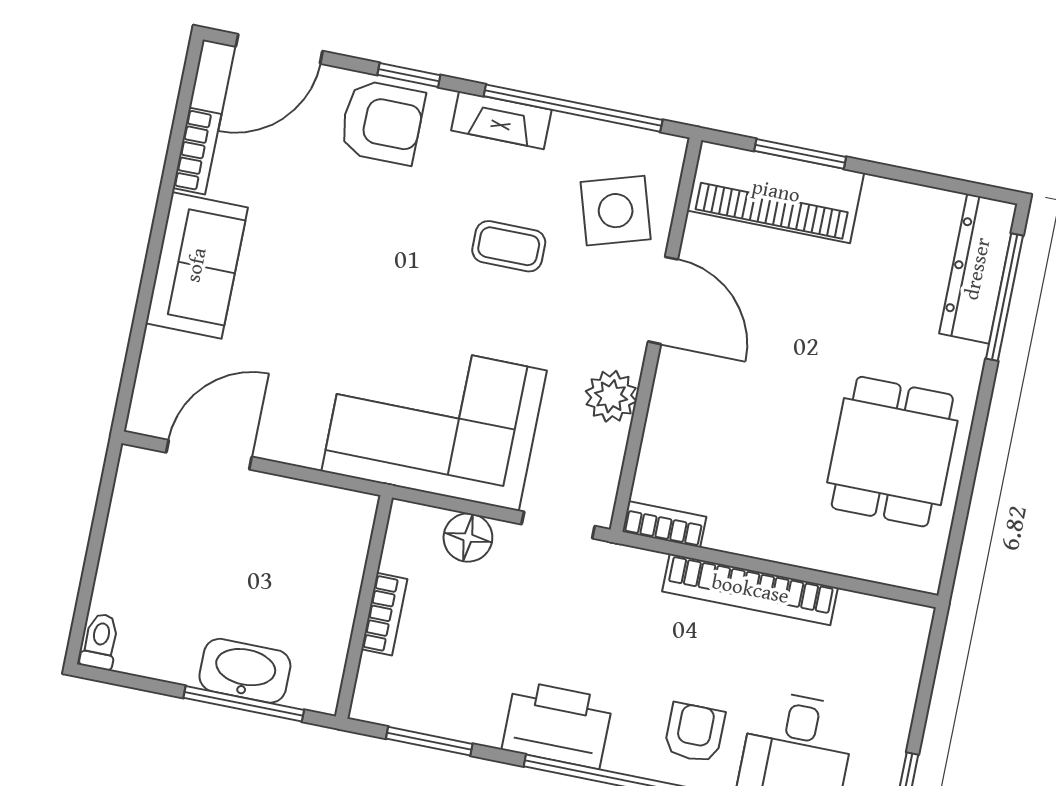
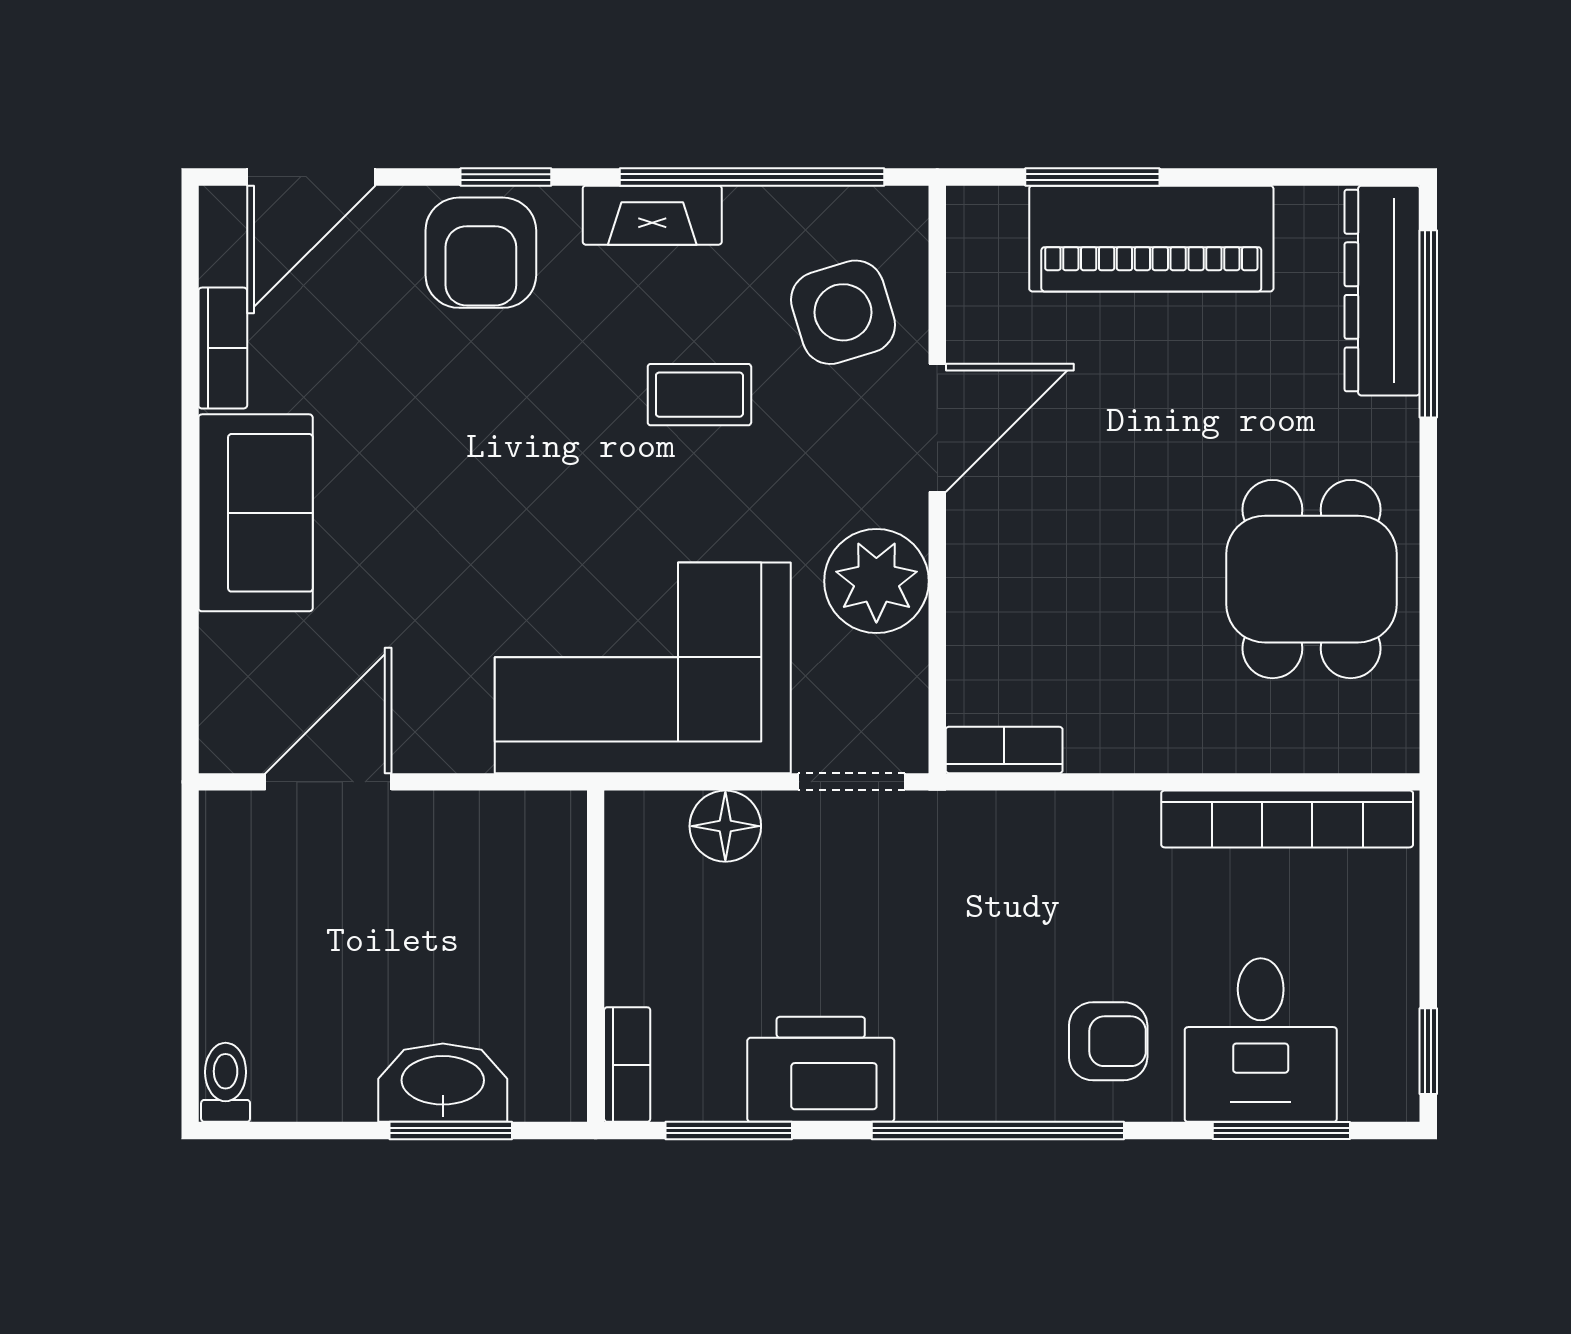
armchair: (382, 122) -> (481, 253), turned 90
piano: (776, 192) -> (1151, 239), moved
door: (663, 300) -> (937, 428), hinge flipped
plant: (611, 396) -> (876, 581), width x1.36, depth x1.36
bookcase: (750, 590) -> (1287, 819), moved
bookcase: (384, 614) -> (627, 1065), moved
window: (244, 704) -> (451, 1131), width x0.69
printer: (557, 725) -> (821, 1069), moved
armchair: (694, 733) -> (1108, 1041), turned 90

